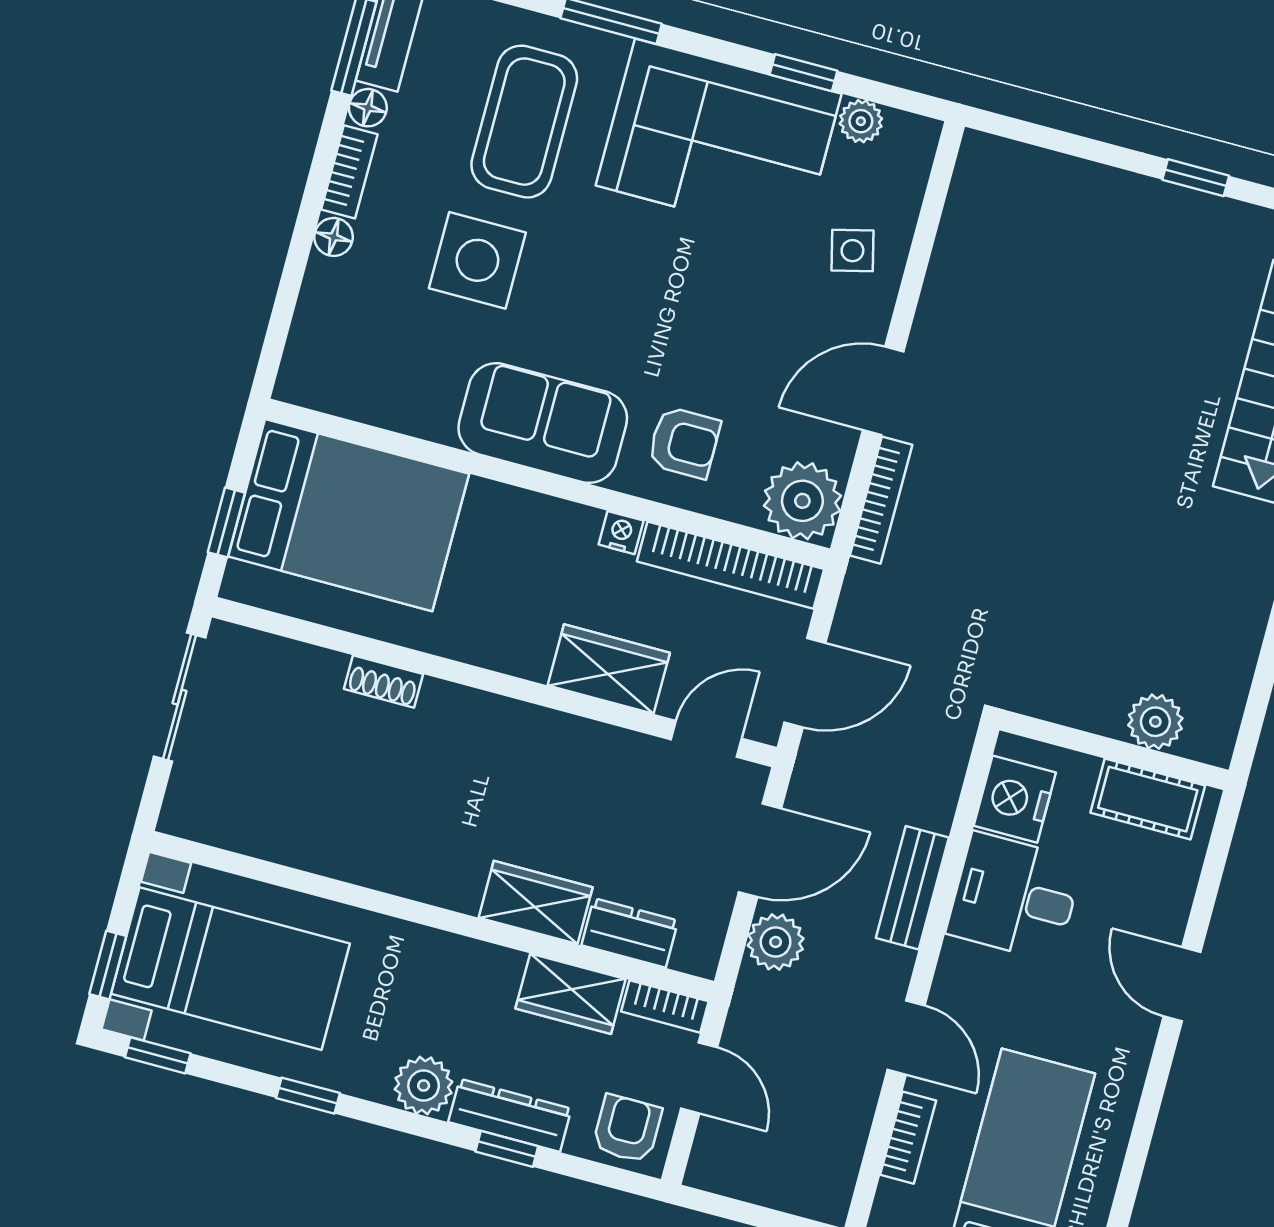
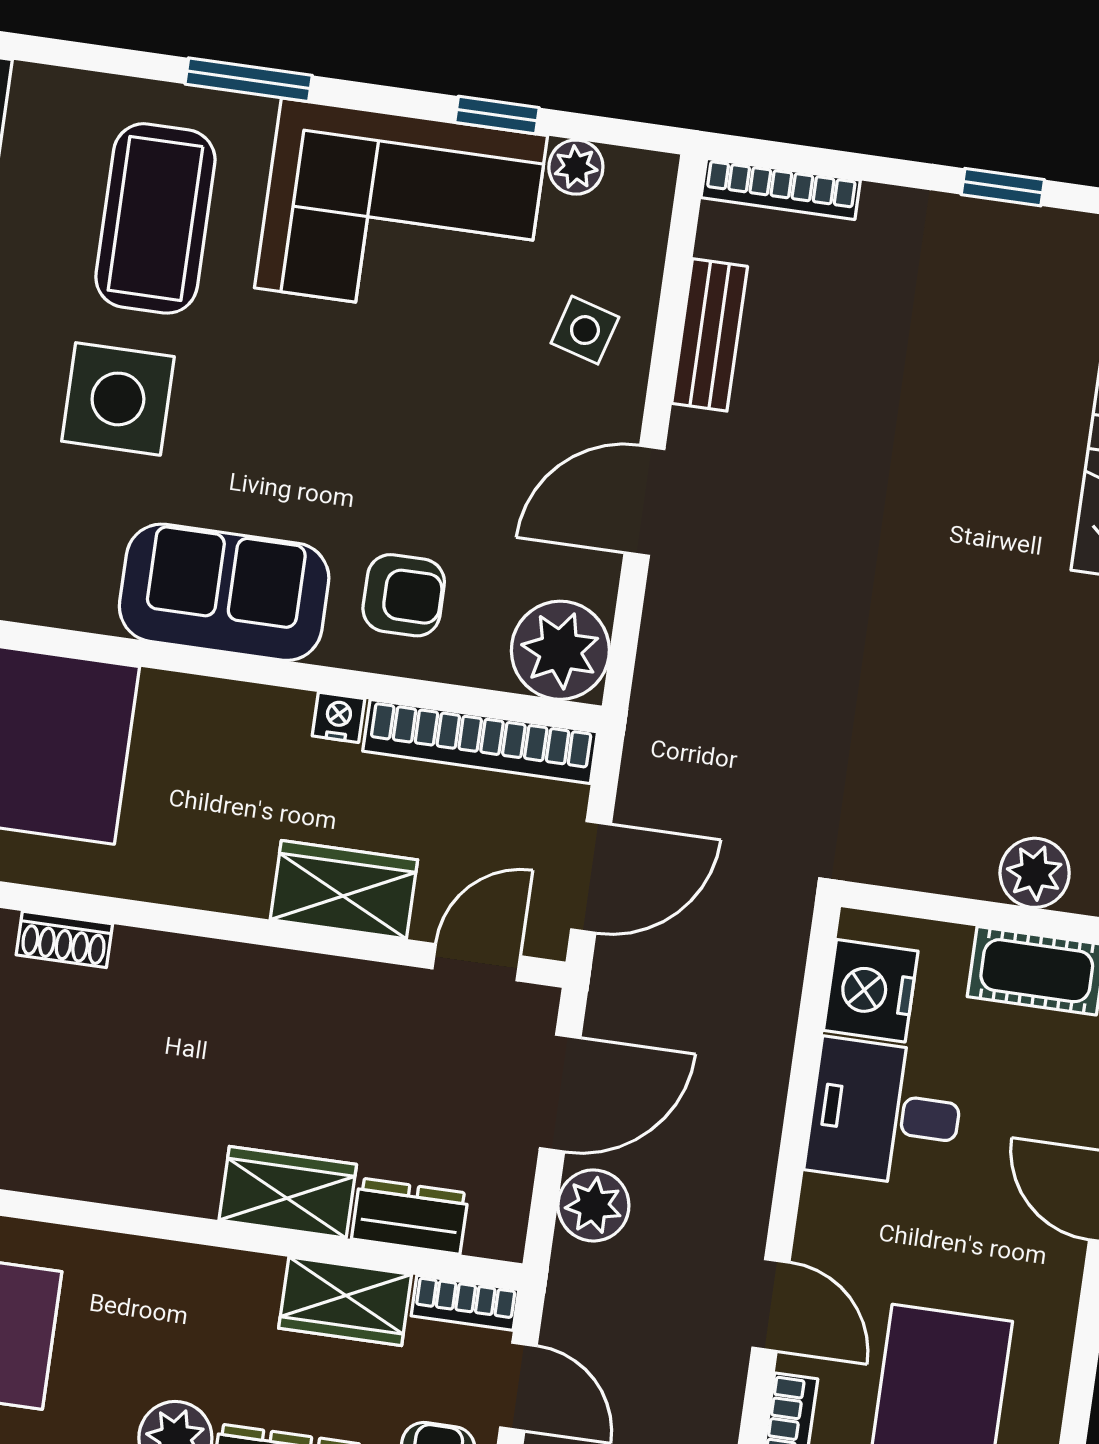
side table: (852, 251) -> (585, 330), turned 30
bookcase: (881, 500) -> (781, 189), moved, turned 90
bench: (912, 888) -> (710, 335), moved

